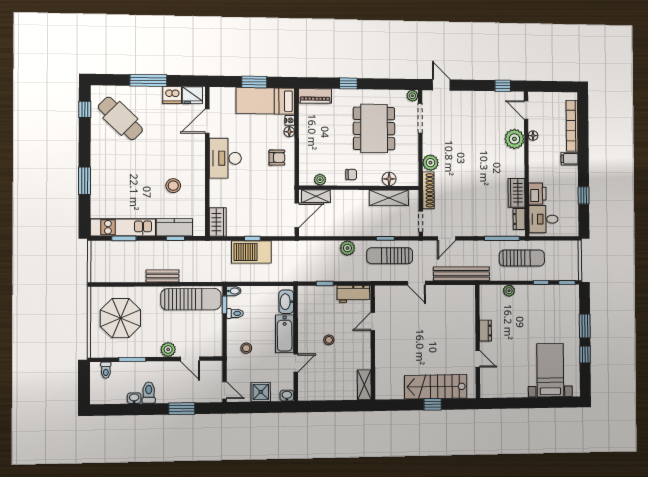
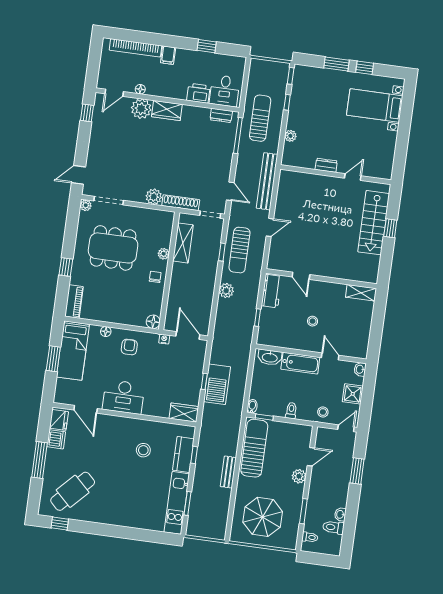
nightstand: (290, 120) -> (164, 339), moved
floor lamp: (389, 179) -> (153, 322), moved
plant: (320, 180) -> (164, 254), moved
window: (85, 181) -> (128, 533), removed
wardrobe: (517, 193) -> (167, 110), moved
shelving: (316, 196) -> (172, 314), removed
toilet: (235, 313) -> (291, 411), moved
stool: (246, 348) -> (323, 412), moved
toilet: (149, 393) -> (333, 527), moved

